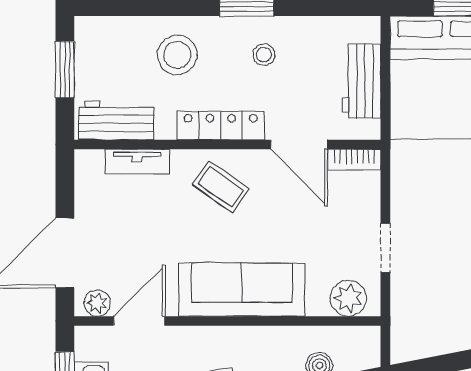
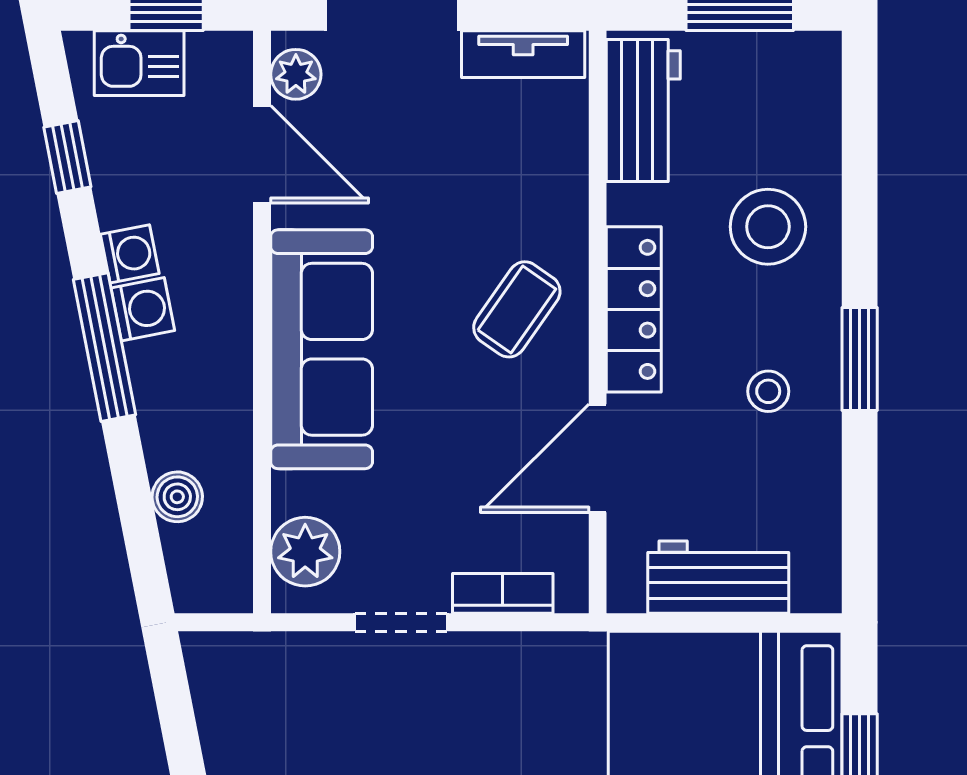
bookcase: (354, 160) -> (503, 593), moved, turned 90
tv unit: (137, 161) -> (523, 54), moved, turned -90

